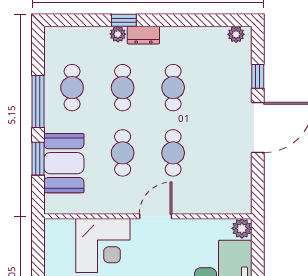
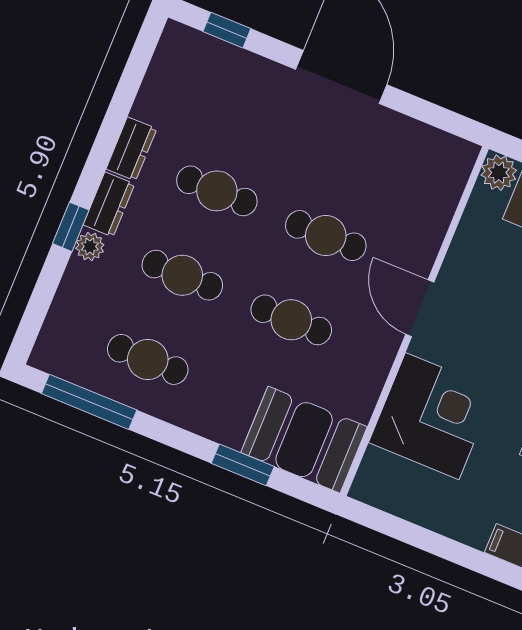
plant: (236, 34) -> (171, 50), removed
dresser: (177, 35) -> (131, 149), added
window: (258, 76) -> (227, 30), moved
window: (38, 102) -> (89, 402), moved
booth: (64, 163) -> (304, 440), moved

